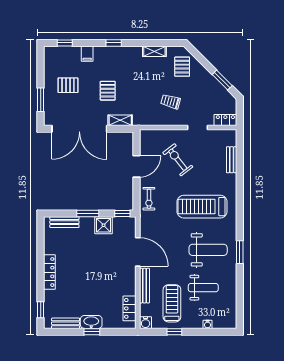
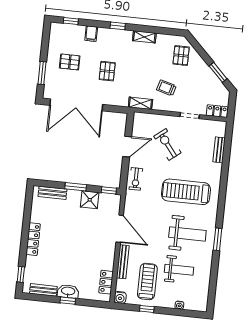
shelving: (154, 51) -> (144, 37), moved
shelving: (120, 120) -> (140, 103), moved

